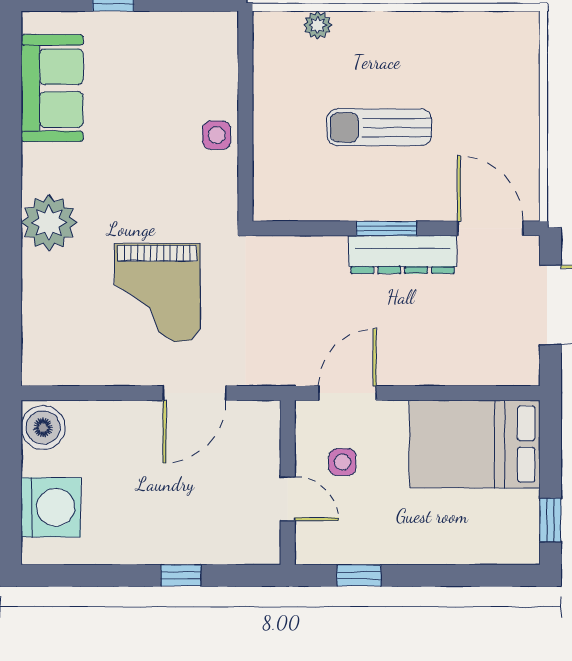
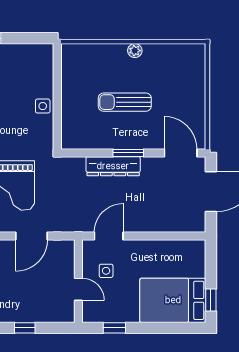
plant: (318, 25) -> (135, 51), moved
dresser: (403, 254) -> (113, 166), moved
bed: (475, 444) -> (173, 300), moved

